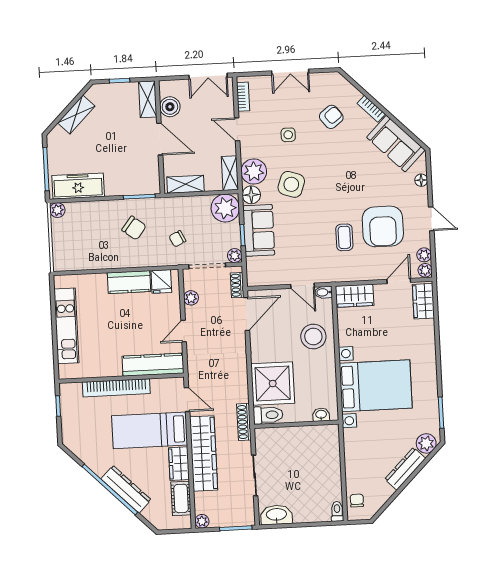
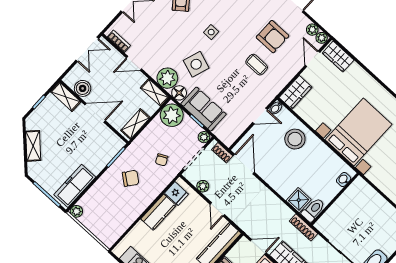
side table: (288, 135) -> (211, 32), moved
armchair: (383, 226) -> (272, 37), width x0.73, depth x0.73
shower: (273, 384) -> (299, 200), width x0.54, depth x0.54

